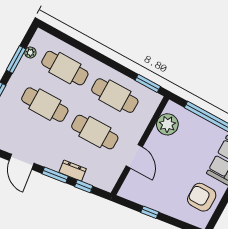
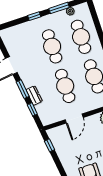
window: (150, 212) -> (50, 145), moved

